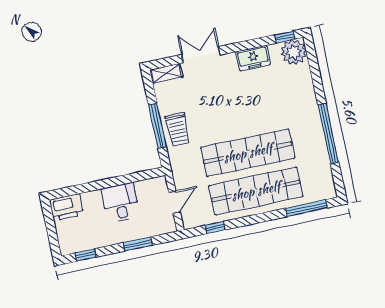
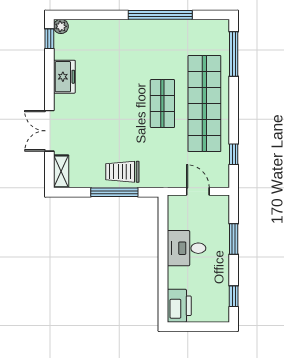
plant: (294, 52) -> (61, 26), width x0.53, depth x0.53
trolley: (178, 129) -> (122, 172), turned 180
shop shelf: (248, 153) -> (162, 104), width x0.50, depth x0.74

